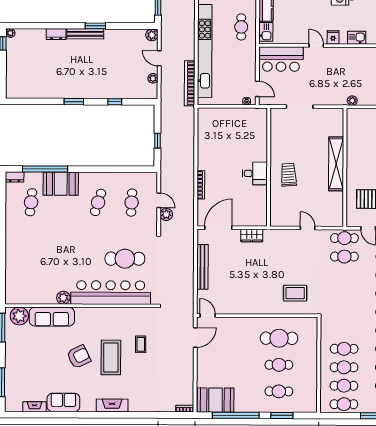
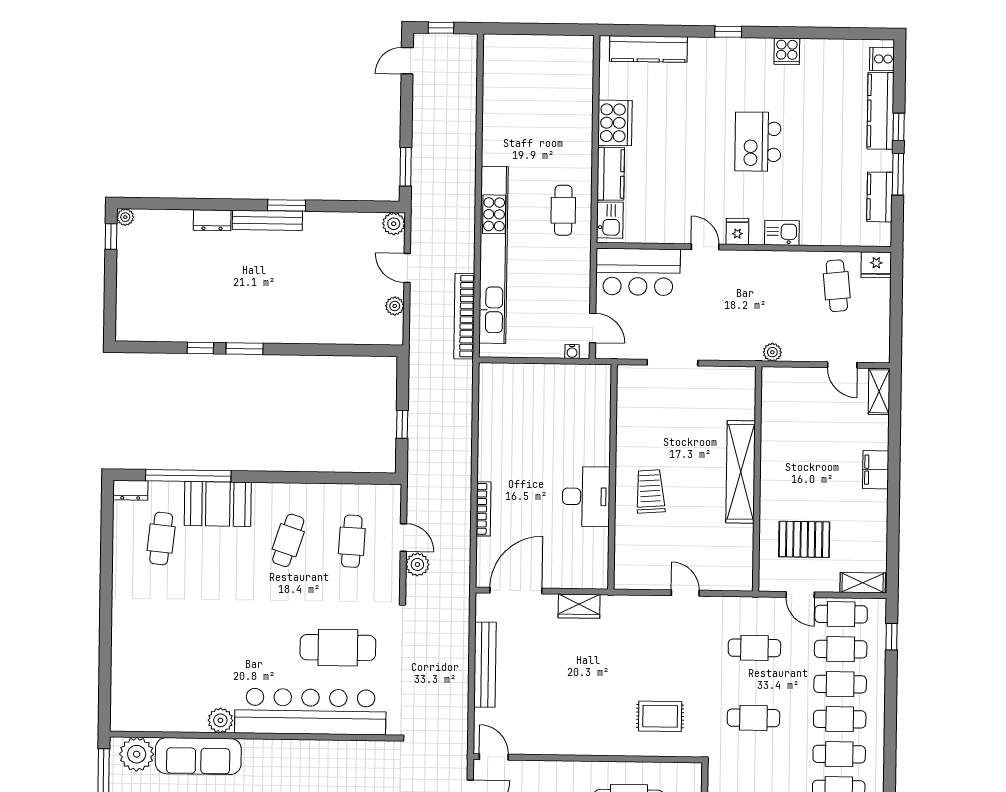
window: (115, 102) -> (200, 348), moved
desk: (255, 173) -> (586, 497), width x1.37
cafe table: (344, 238) -> (753, 718), moved

